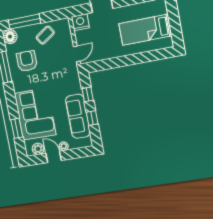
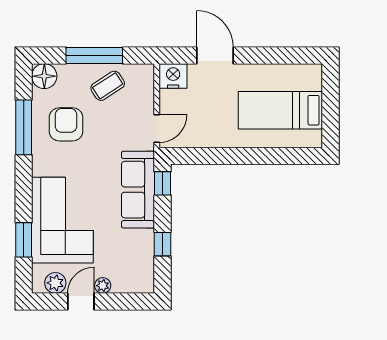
window: (24, 22) -> (94, 55), moved
window: (88, 94) -> (162, 183), moved
sofa: (78, 116) -> (138, 190), moved
door: (54, 157) -> (81, 302), hinge flipped

